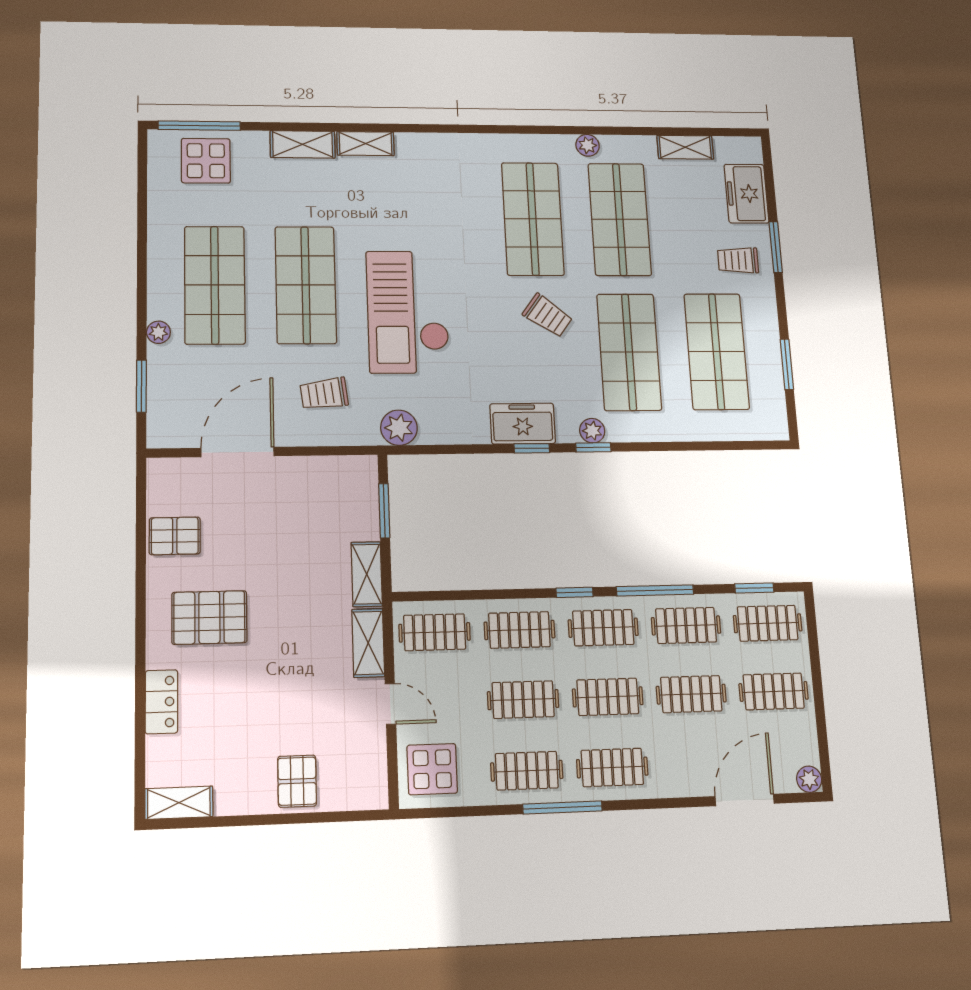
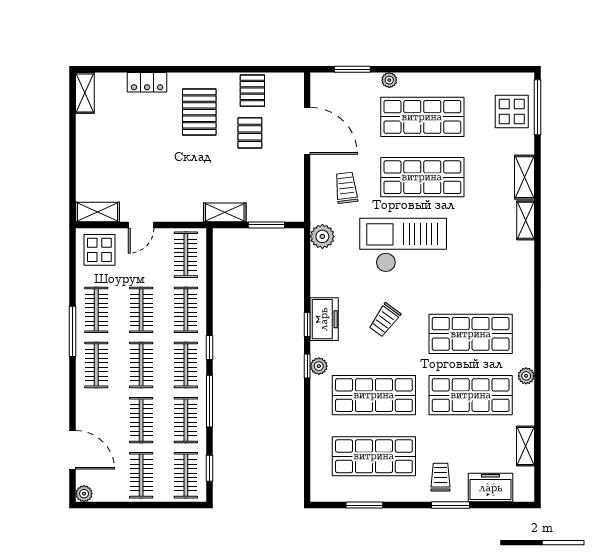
trolley: (548, 316) -> (385, 320), moved
shelving: (368, 643) -> (98, 212), moved
pallet: (297, 781) -> (250, 133), moved, turned 90

